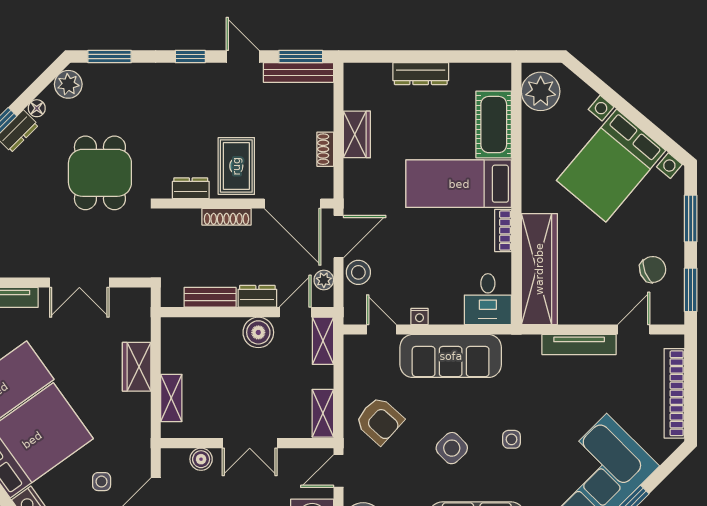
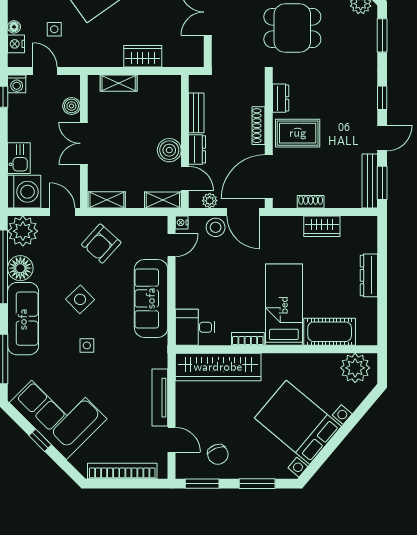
nightstand: (419, 316) -> (182, 222), moved

